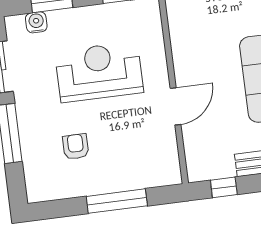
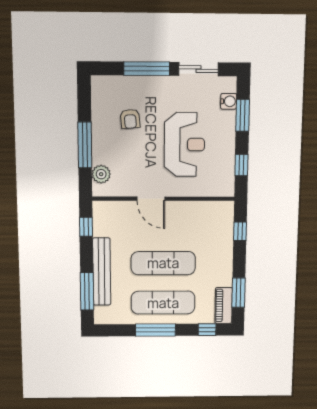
armchair: (76, 147) -> (130, 119), turned 85
plant: (152, 176) -> (101, 174), added

